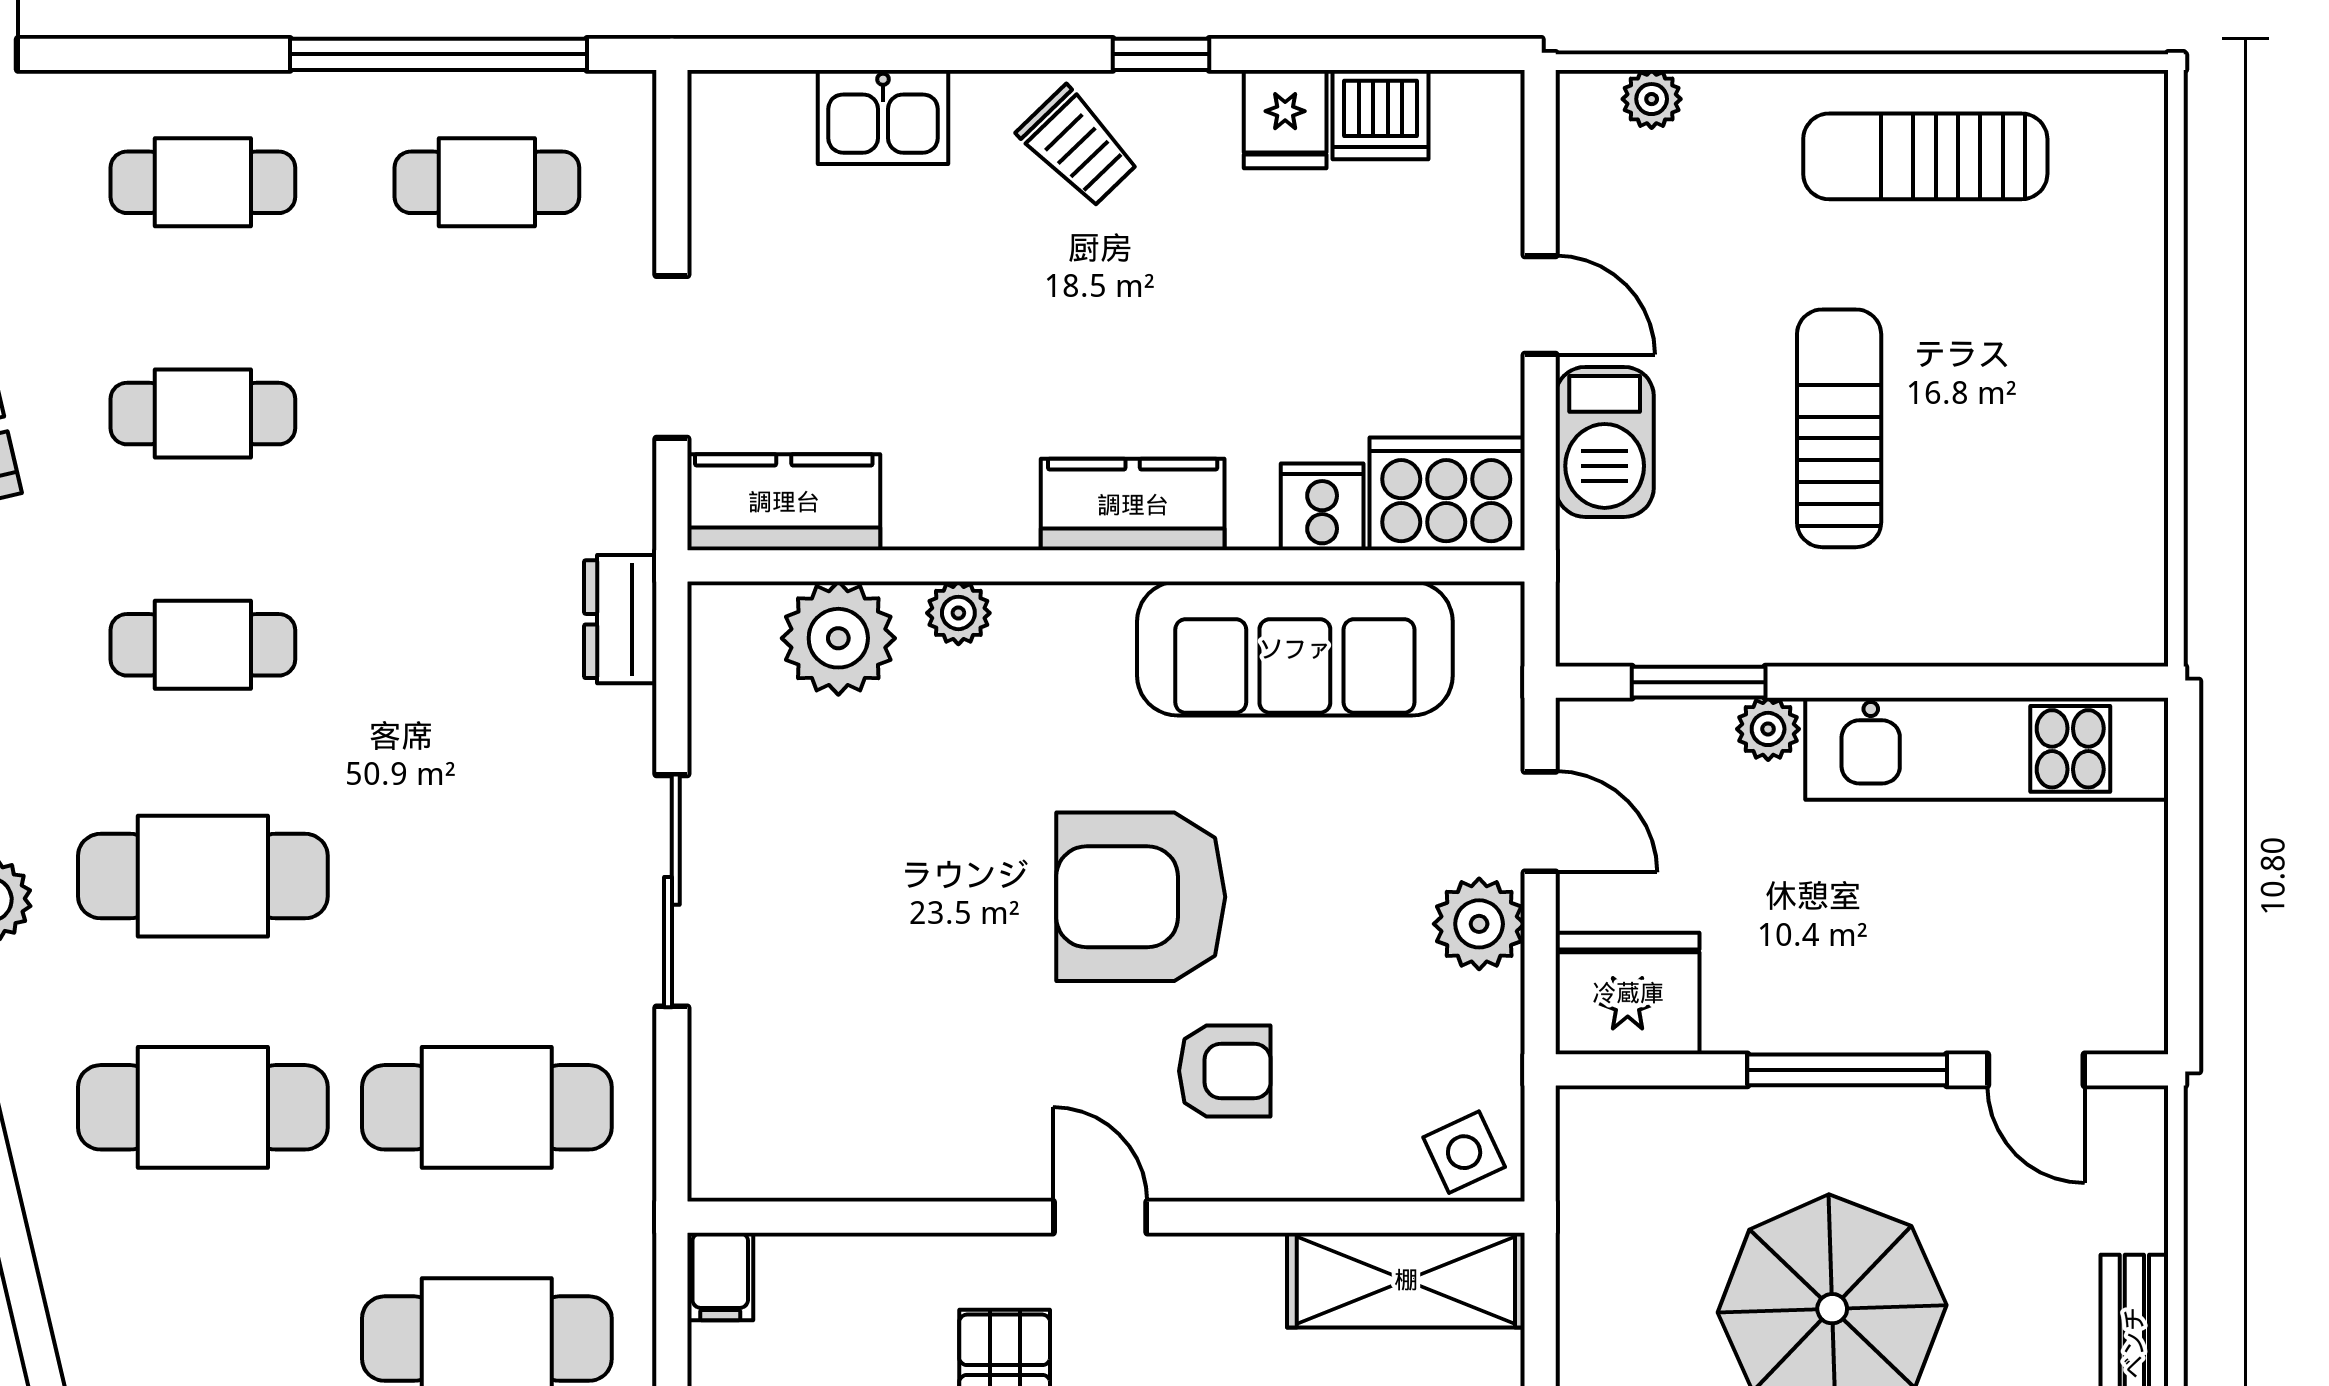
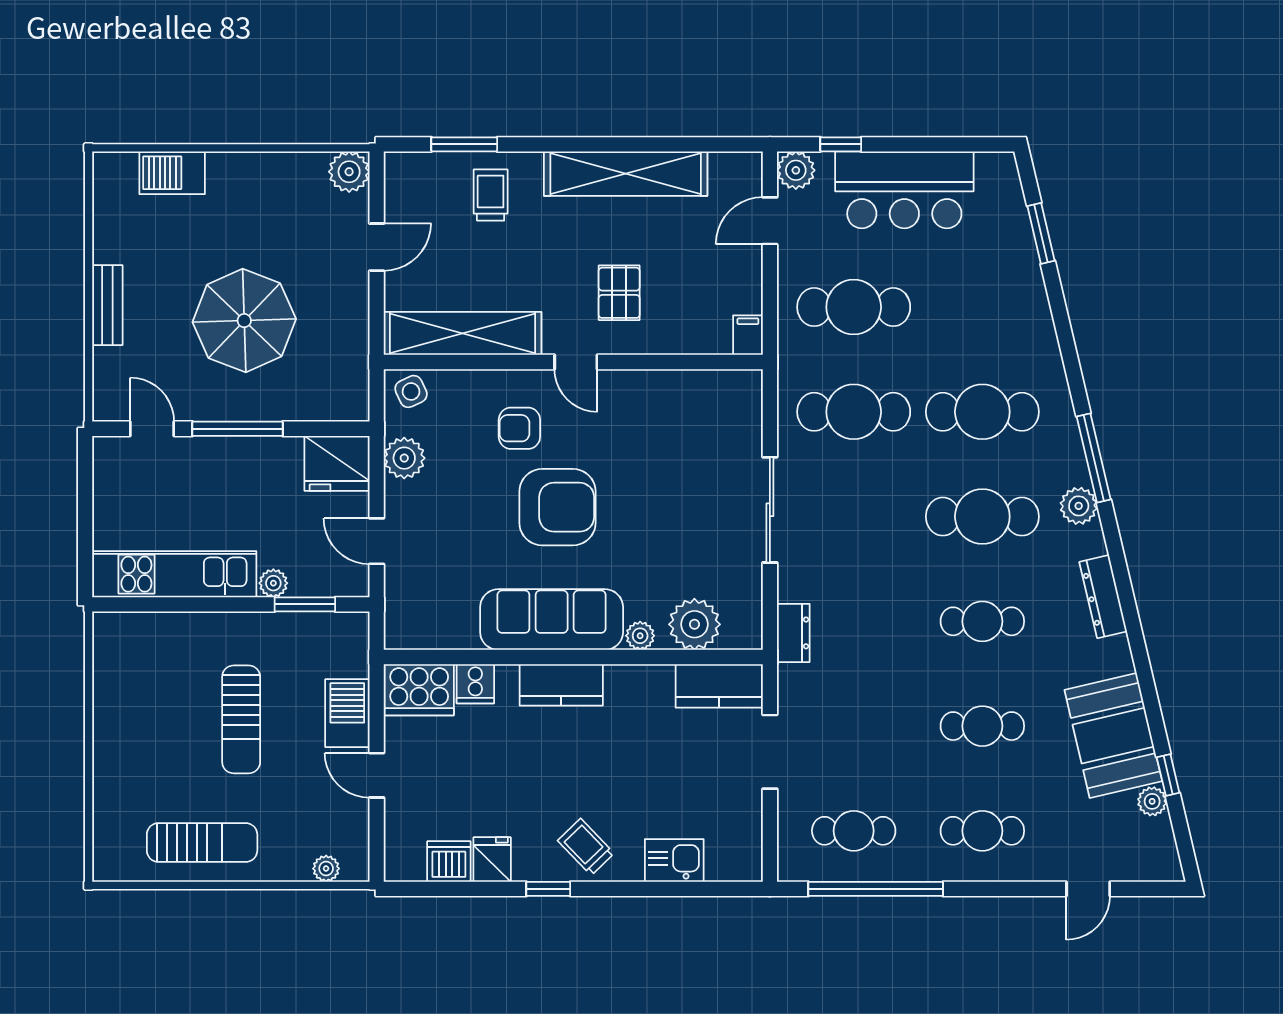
sofa: (1295, 649) -> (552, 620), moved
plant: (1479, 924) -> (404, 458), moved
shelving: (1406, 1280) -> (463, 333), width x1.47

